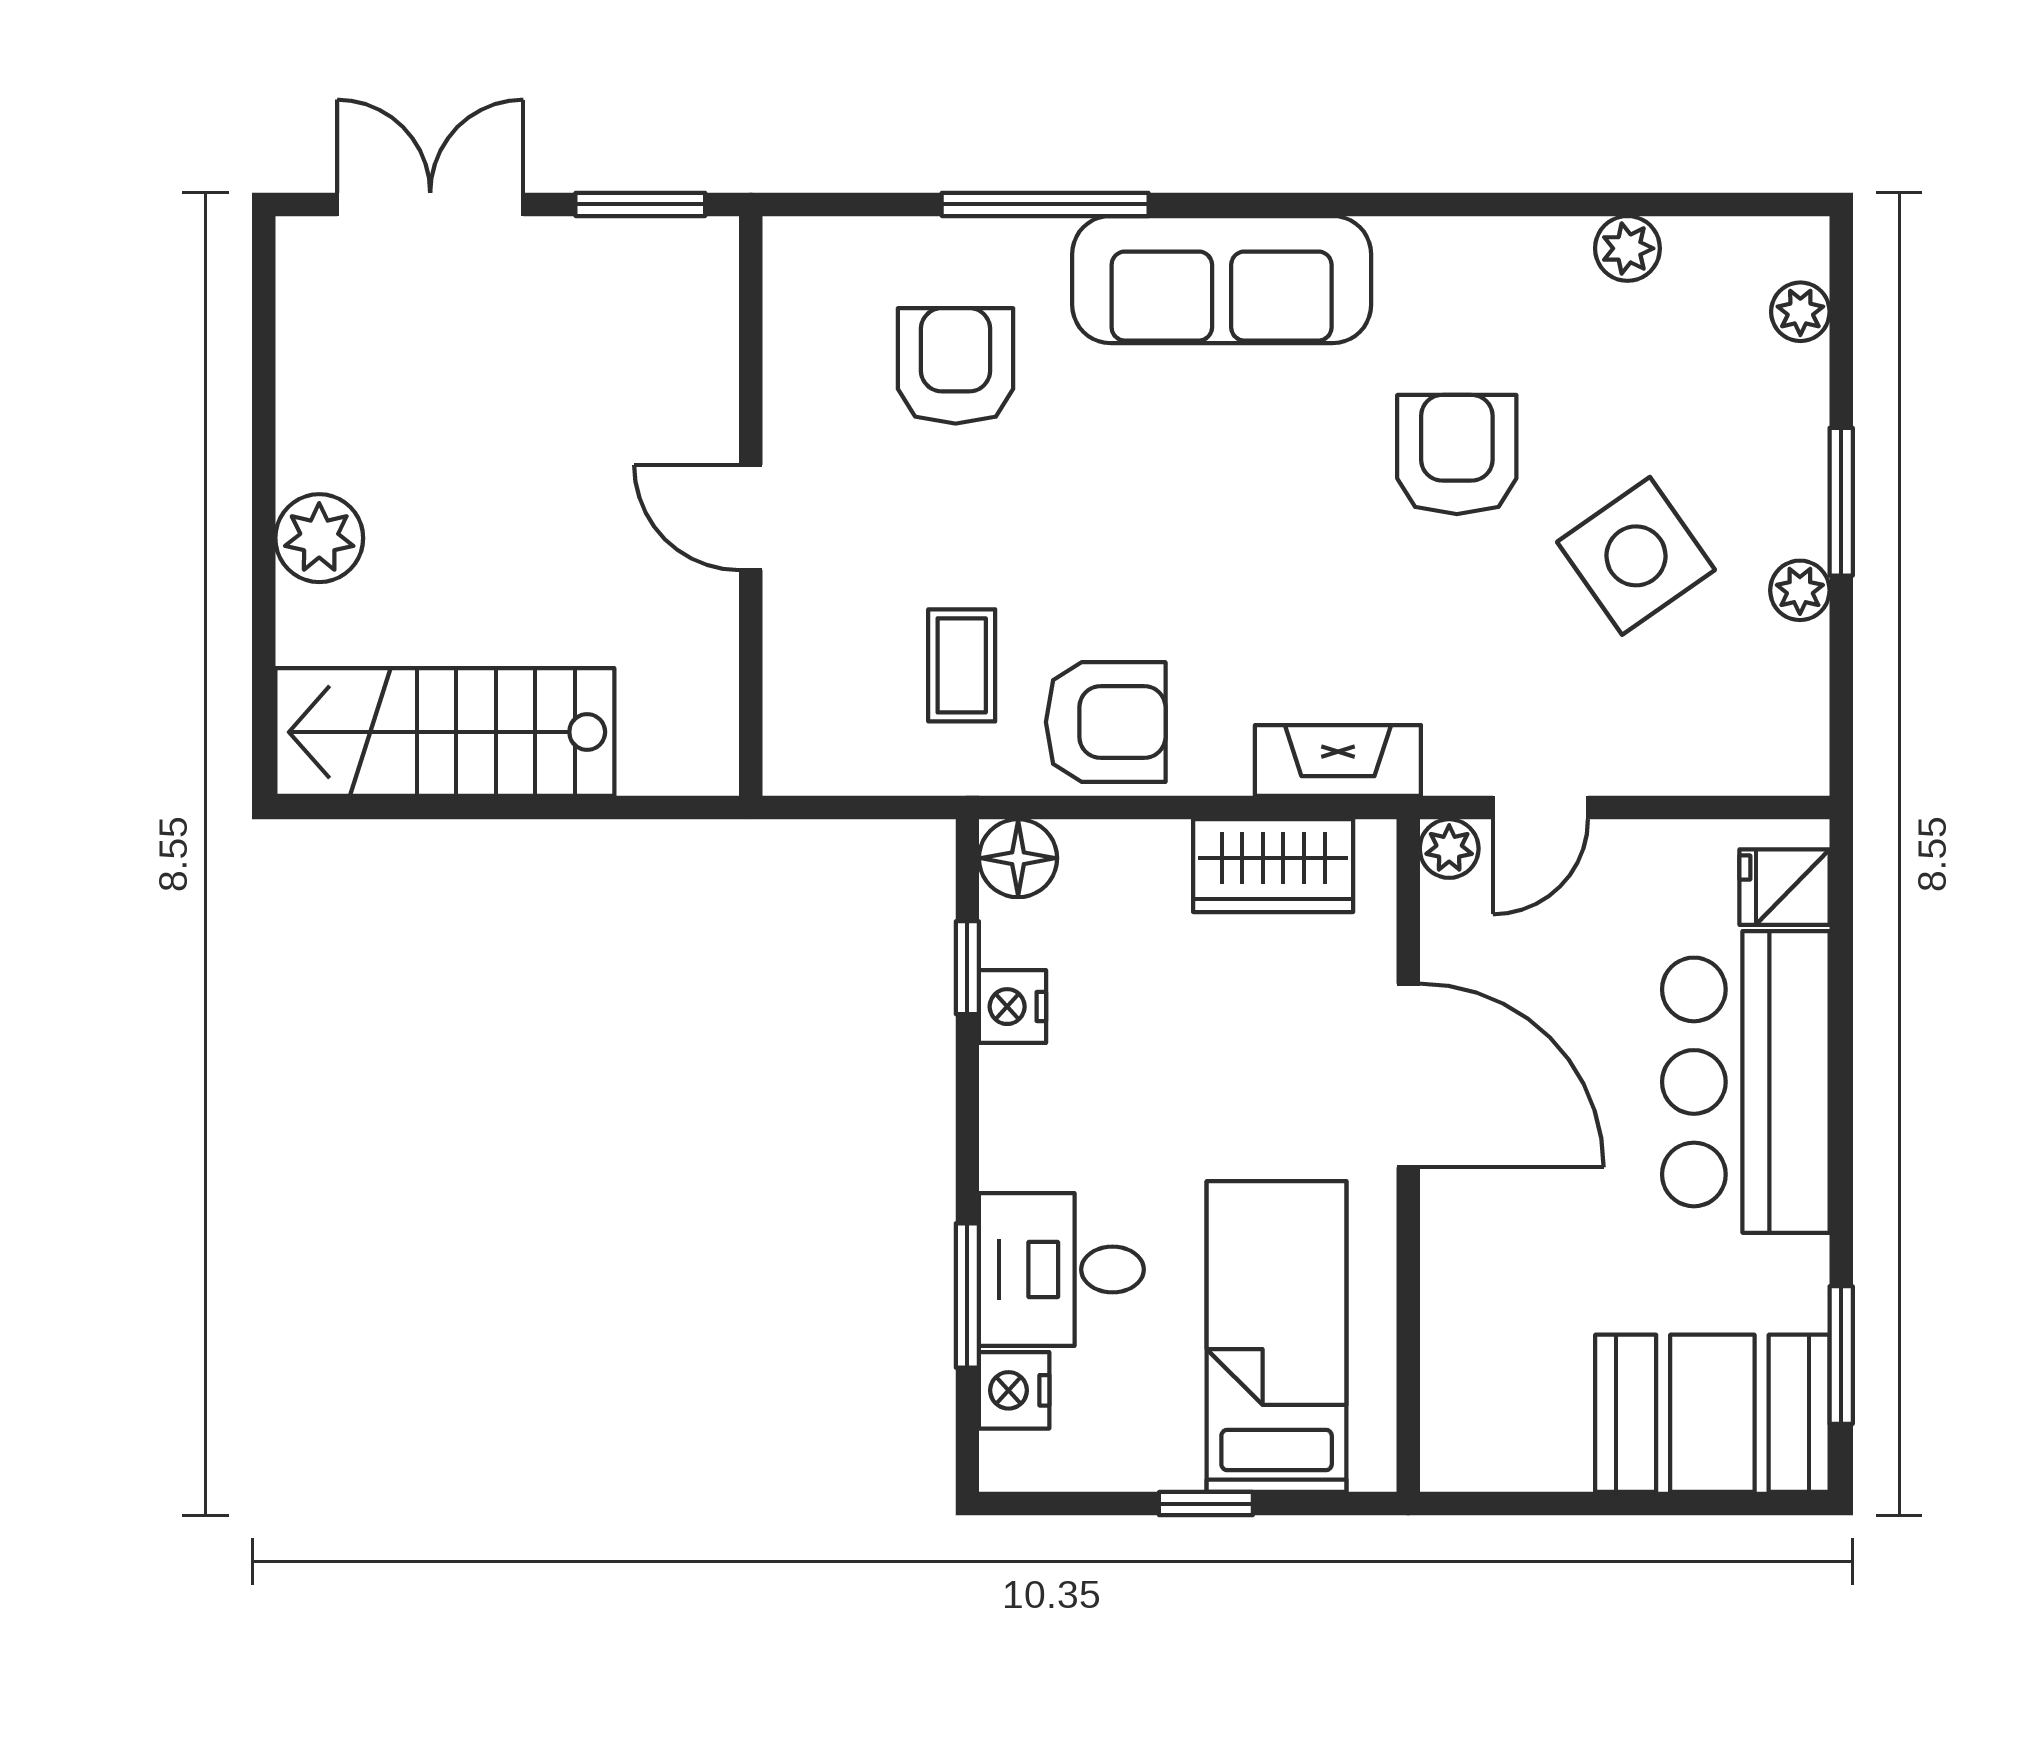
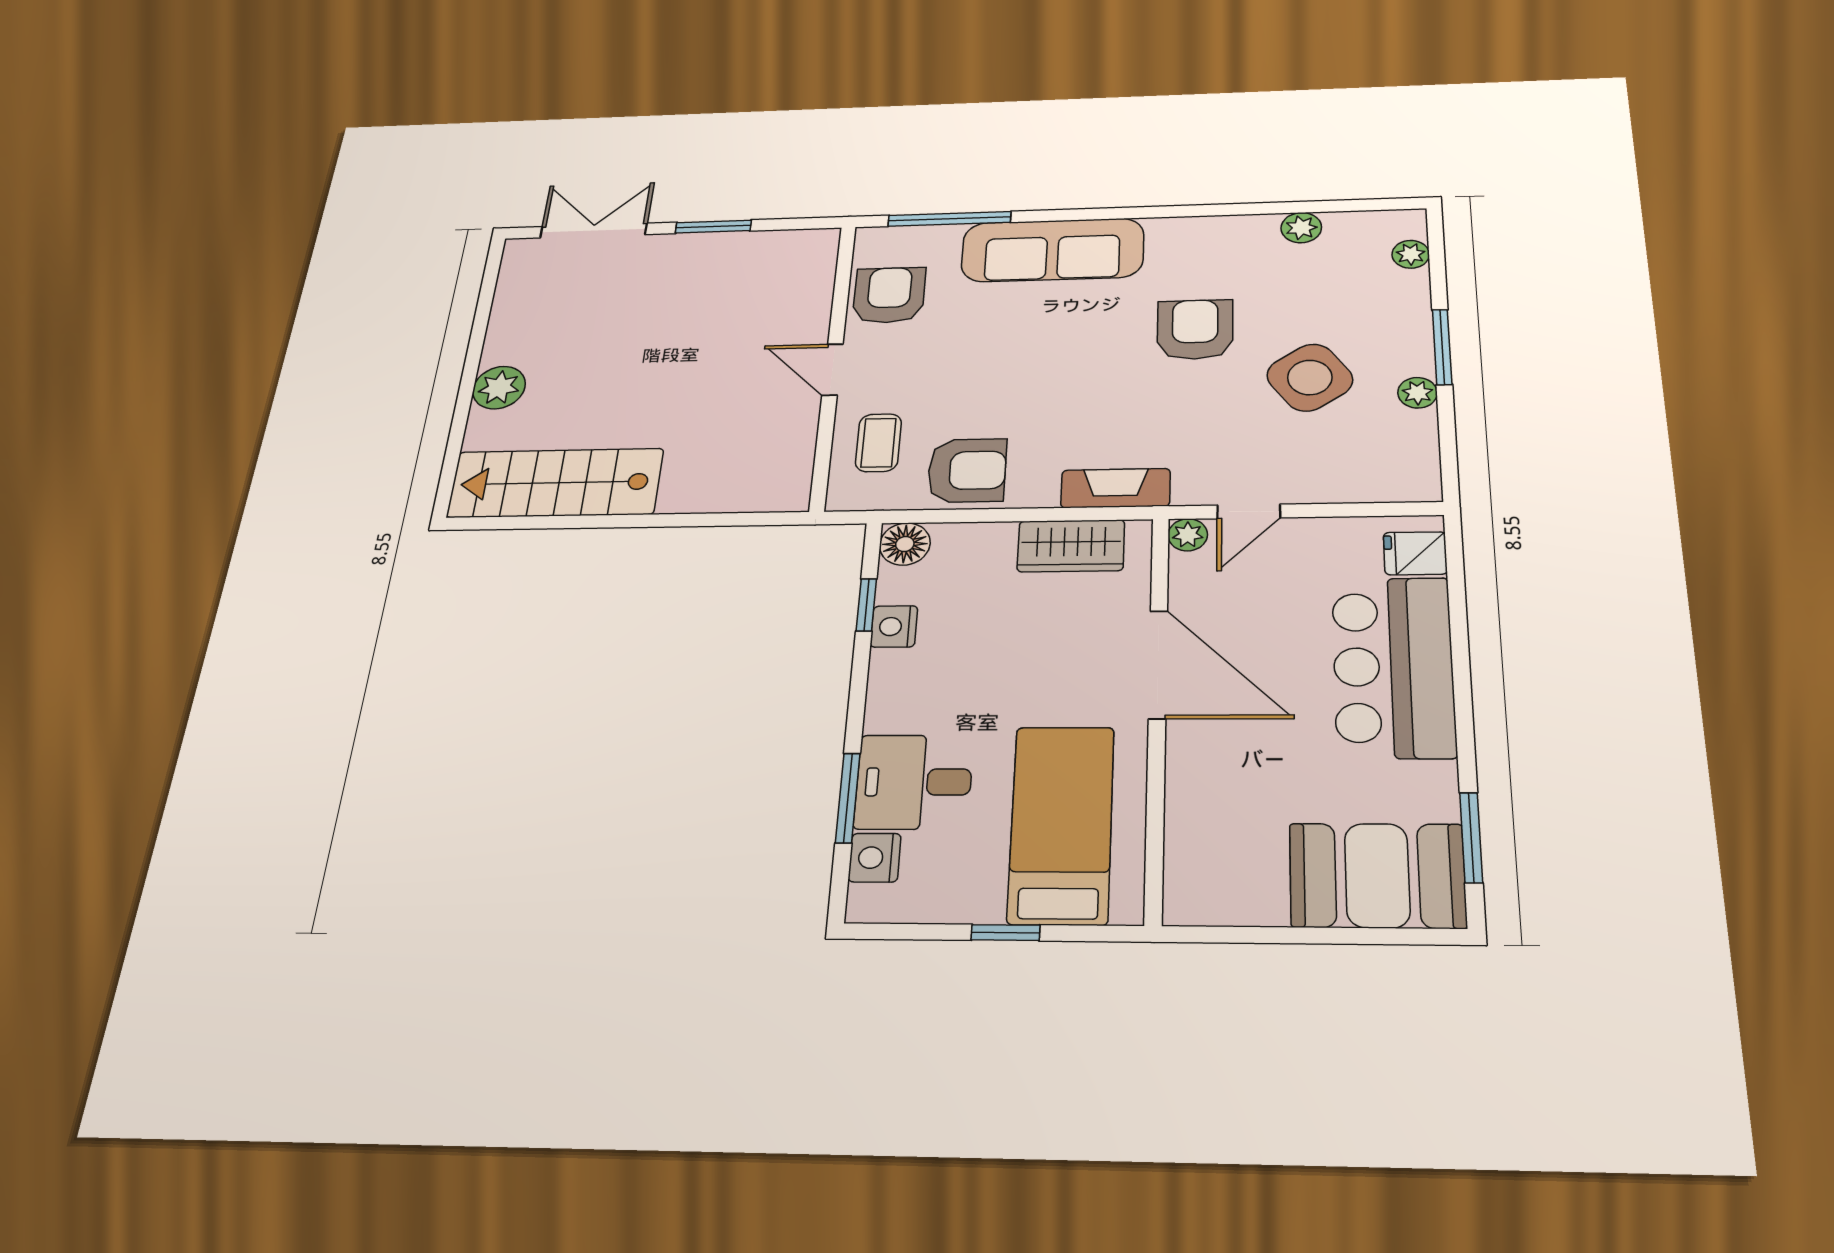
wall: (751, 506) -> (833, 364), moved
door: (751, 518) -> (833, 370), moved

